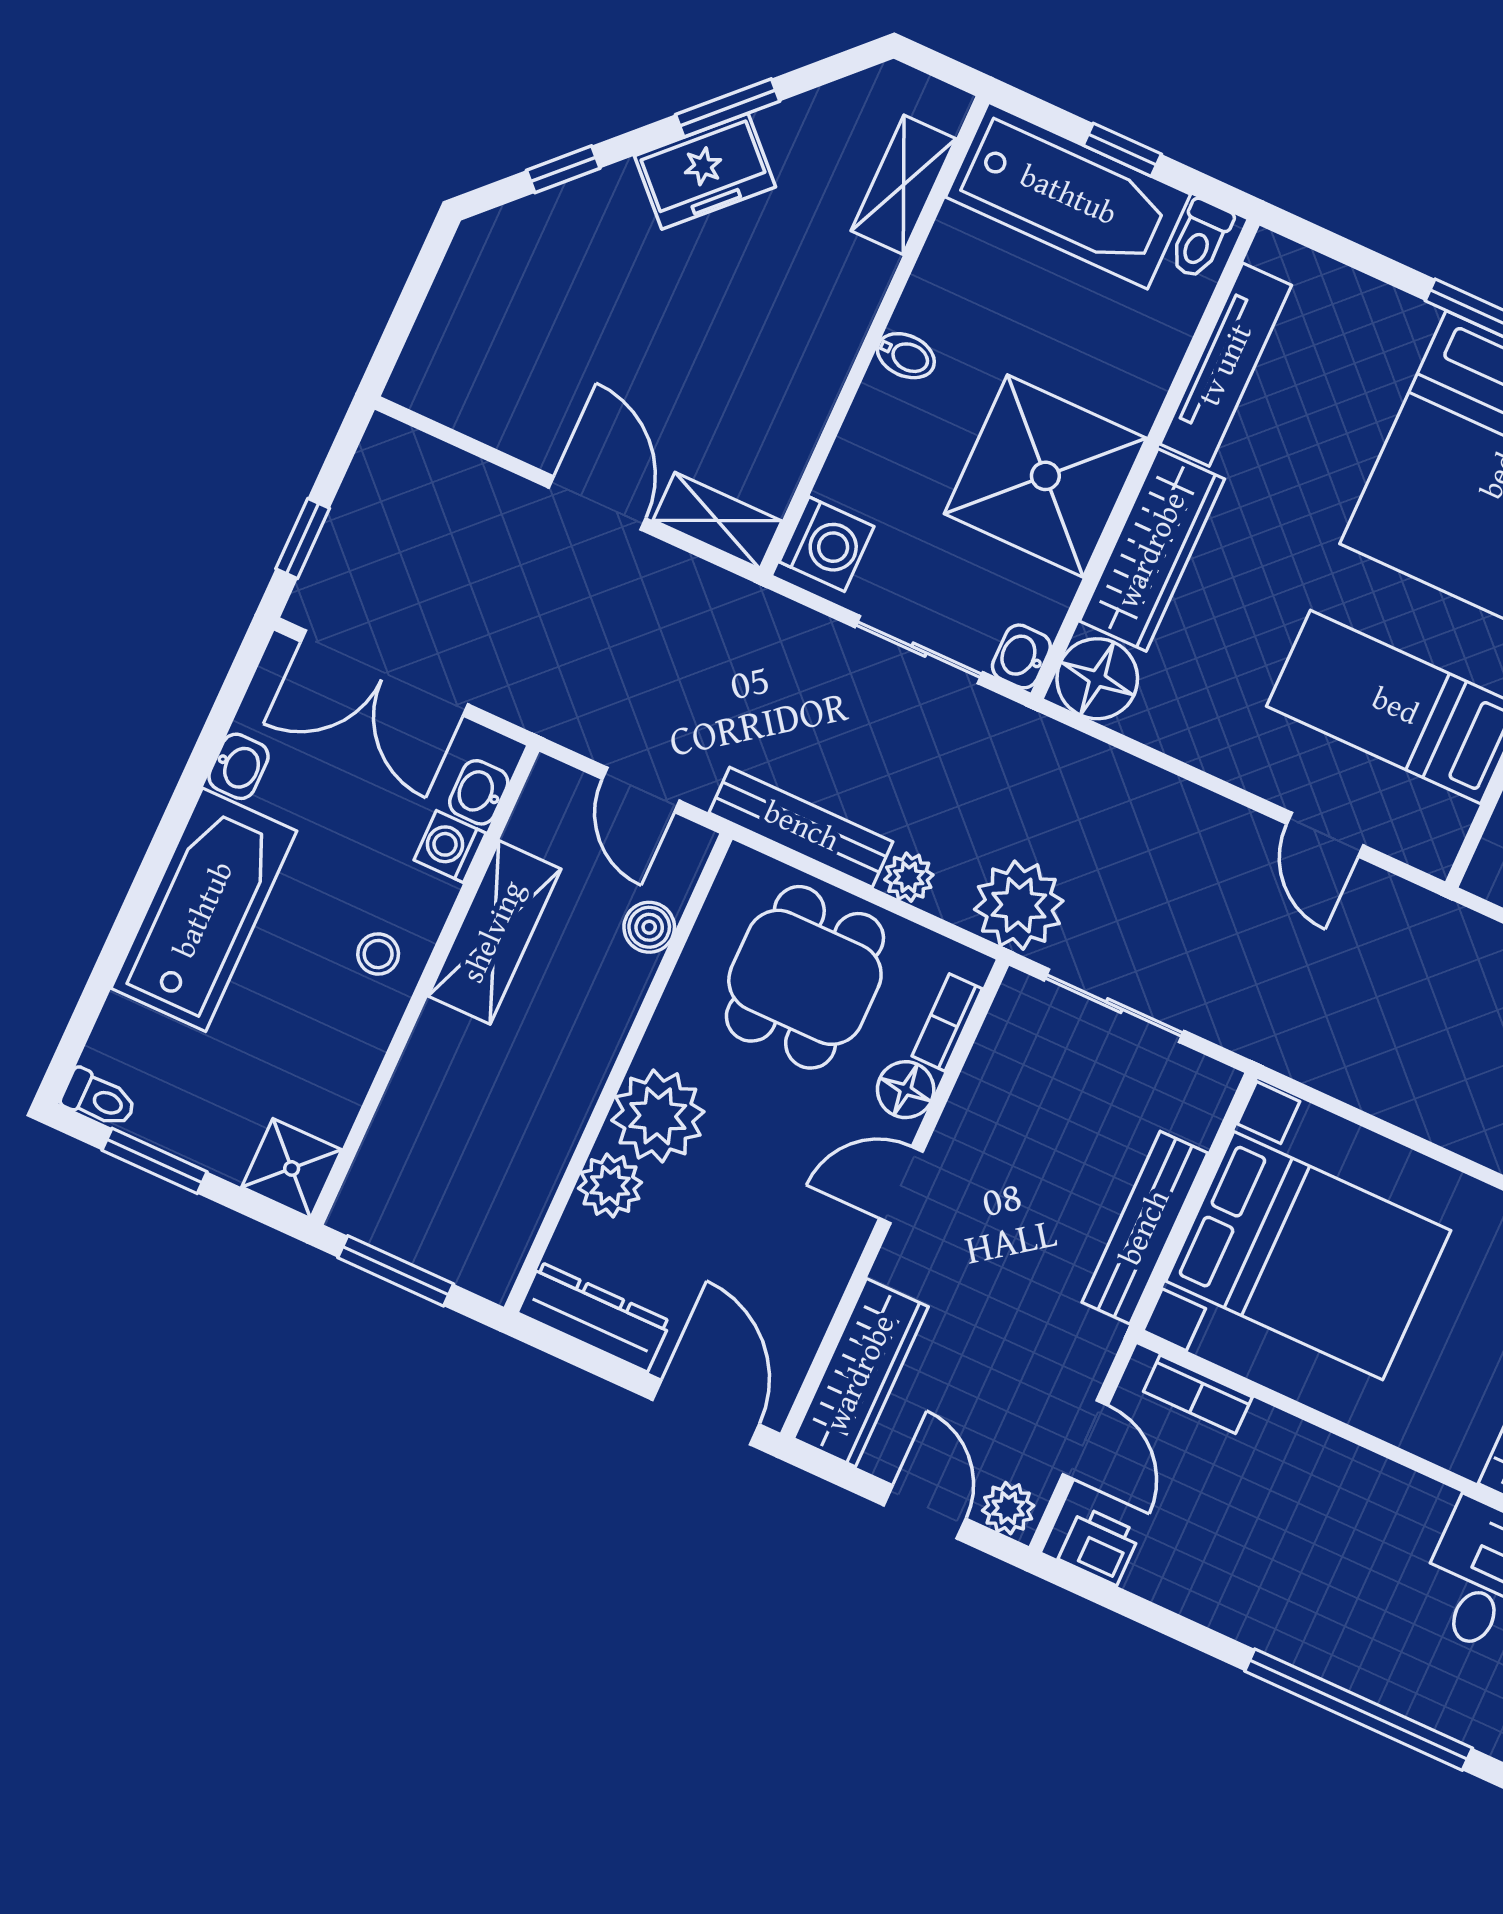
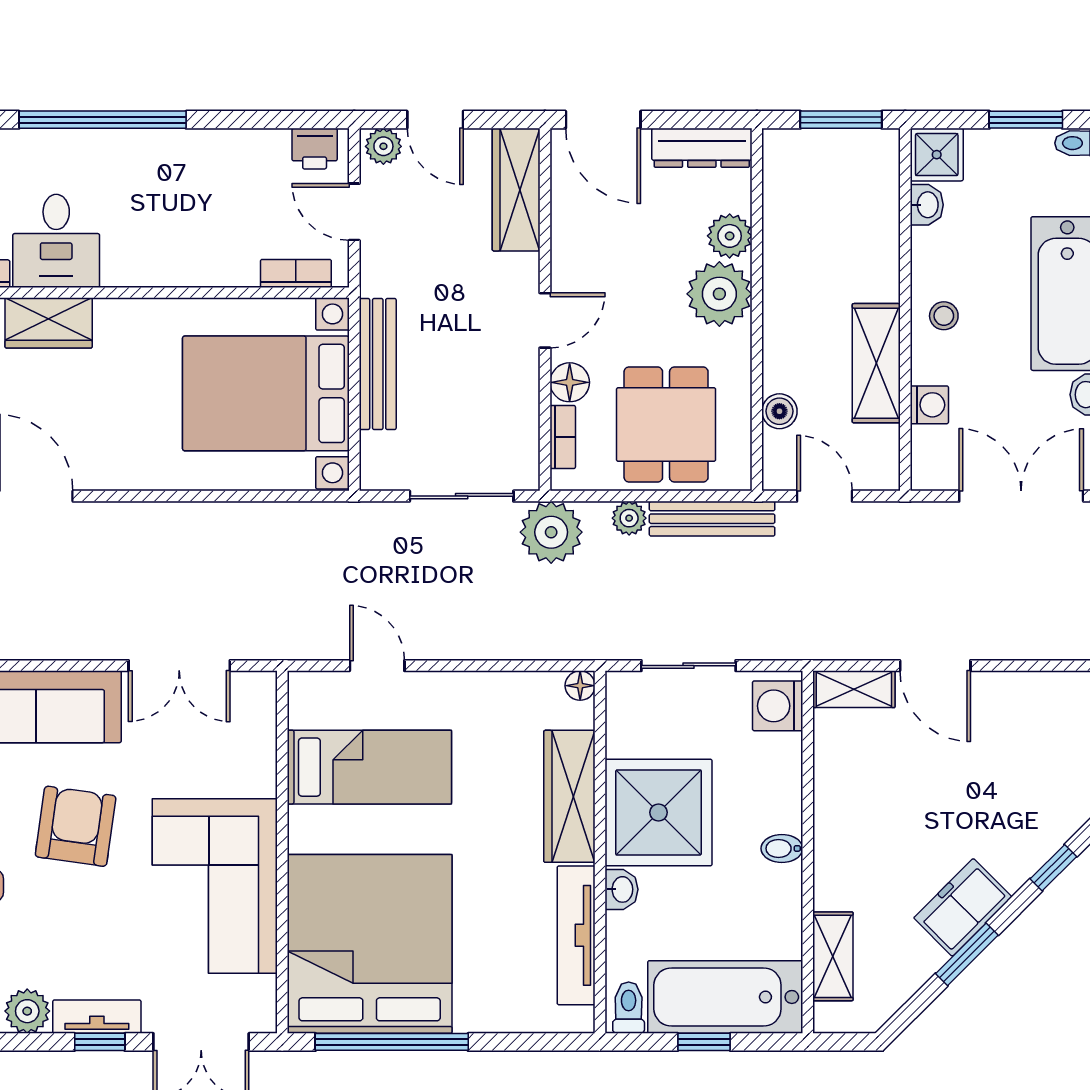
washbasin: (1021, 656) -> (621, 889), moved
floor lamp: (1097, 679) -> (580, 686), width x0.53, depth x0.53
washbasin: (479, 792) -> (927, 205), moved

